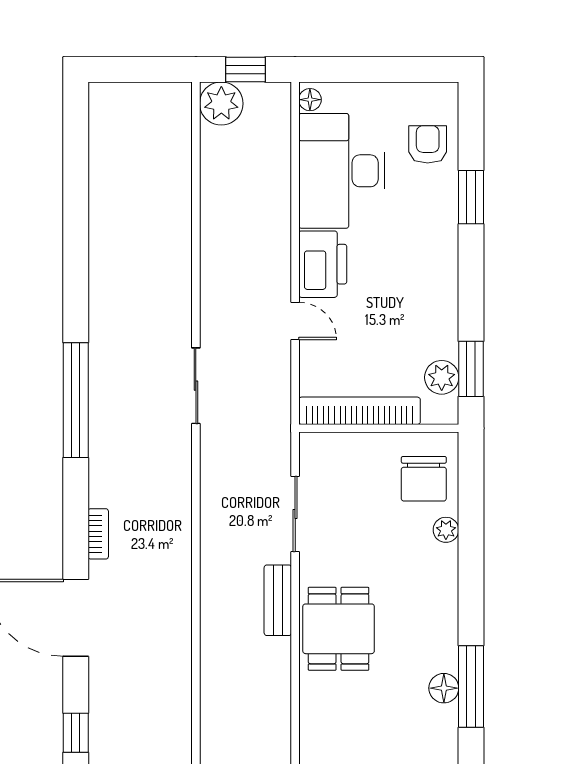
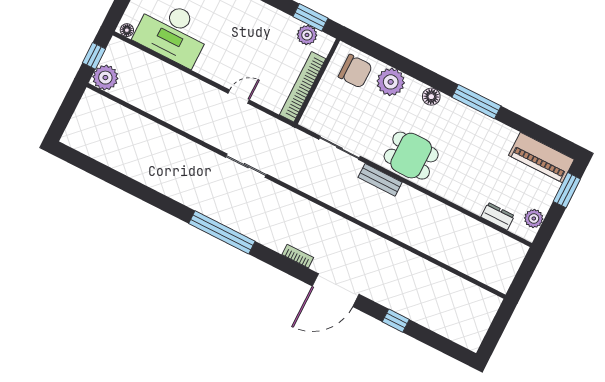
printer: (323, 264) -> (216, 67), removed
plant: (446, 530) -> (391, 82), width x1.87, depth x1.87
floor lamp: (444, 688) -> (431, 97), moved

